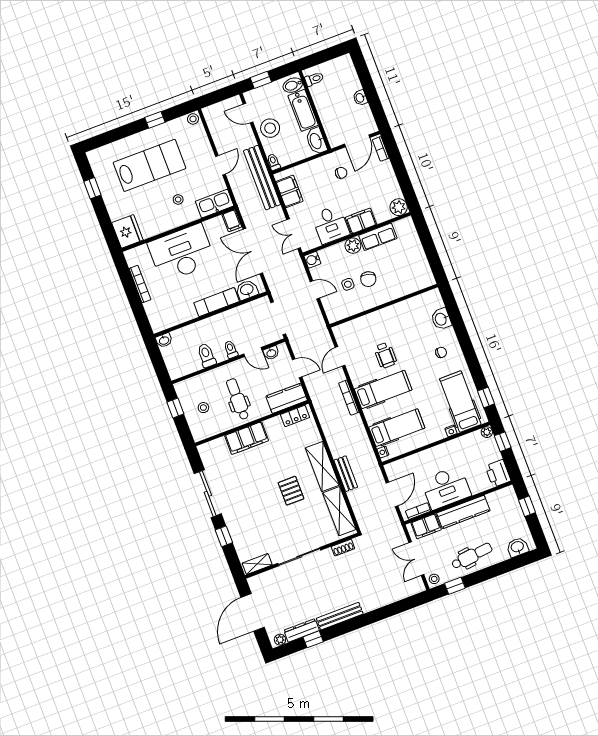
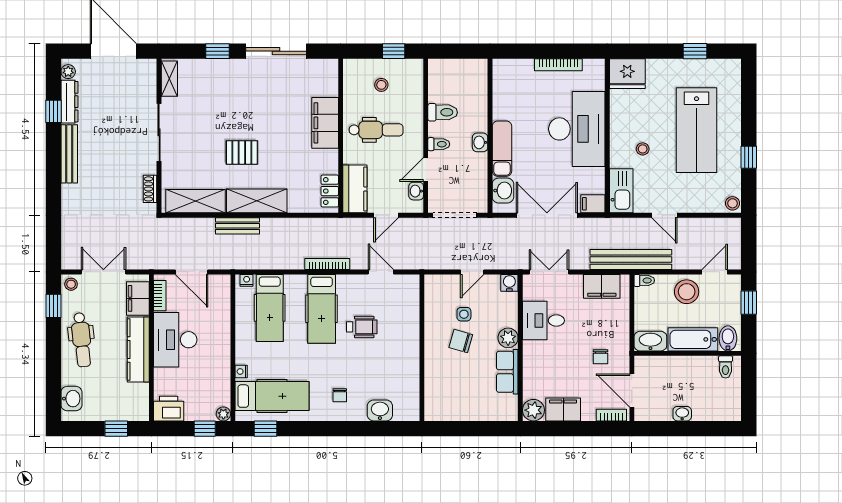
filing cabinet: (361, 221) -> (563, 410), moved, turned -90
washbasin: (164, 340) -> (480, 142), moved
wheelchair: (385, 355) -> (362, 327), turned 180

